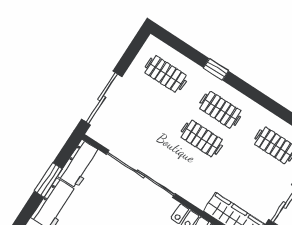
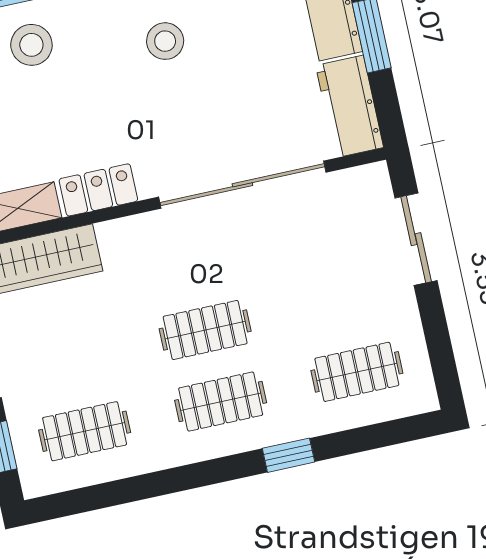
sliding door: (102, 98) -> (416, 239), width x0.73

